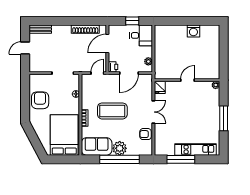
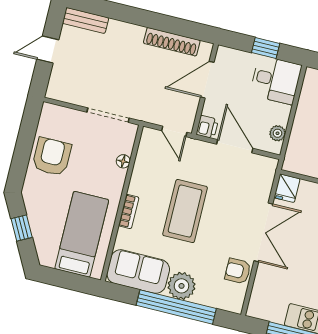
door: (97, 73) -> (174, 131), swing flipped
door: (129, 73) -> (235, 146), swing flipped
coffee table: (112, 111) -> (185, 211), turned 90
double door: (153, 112) -> (263, 232), width x1.37
bed: (64, 135) -> (82, 234), width x0.67
window: (34, 139) -> (22, 228), added

